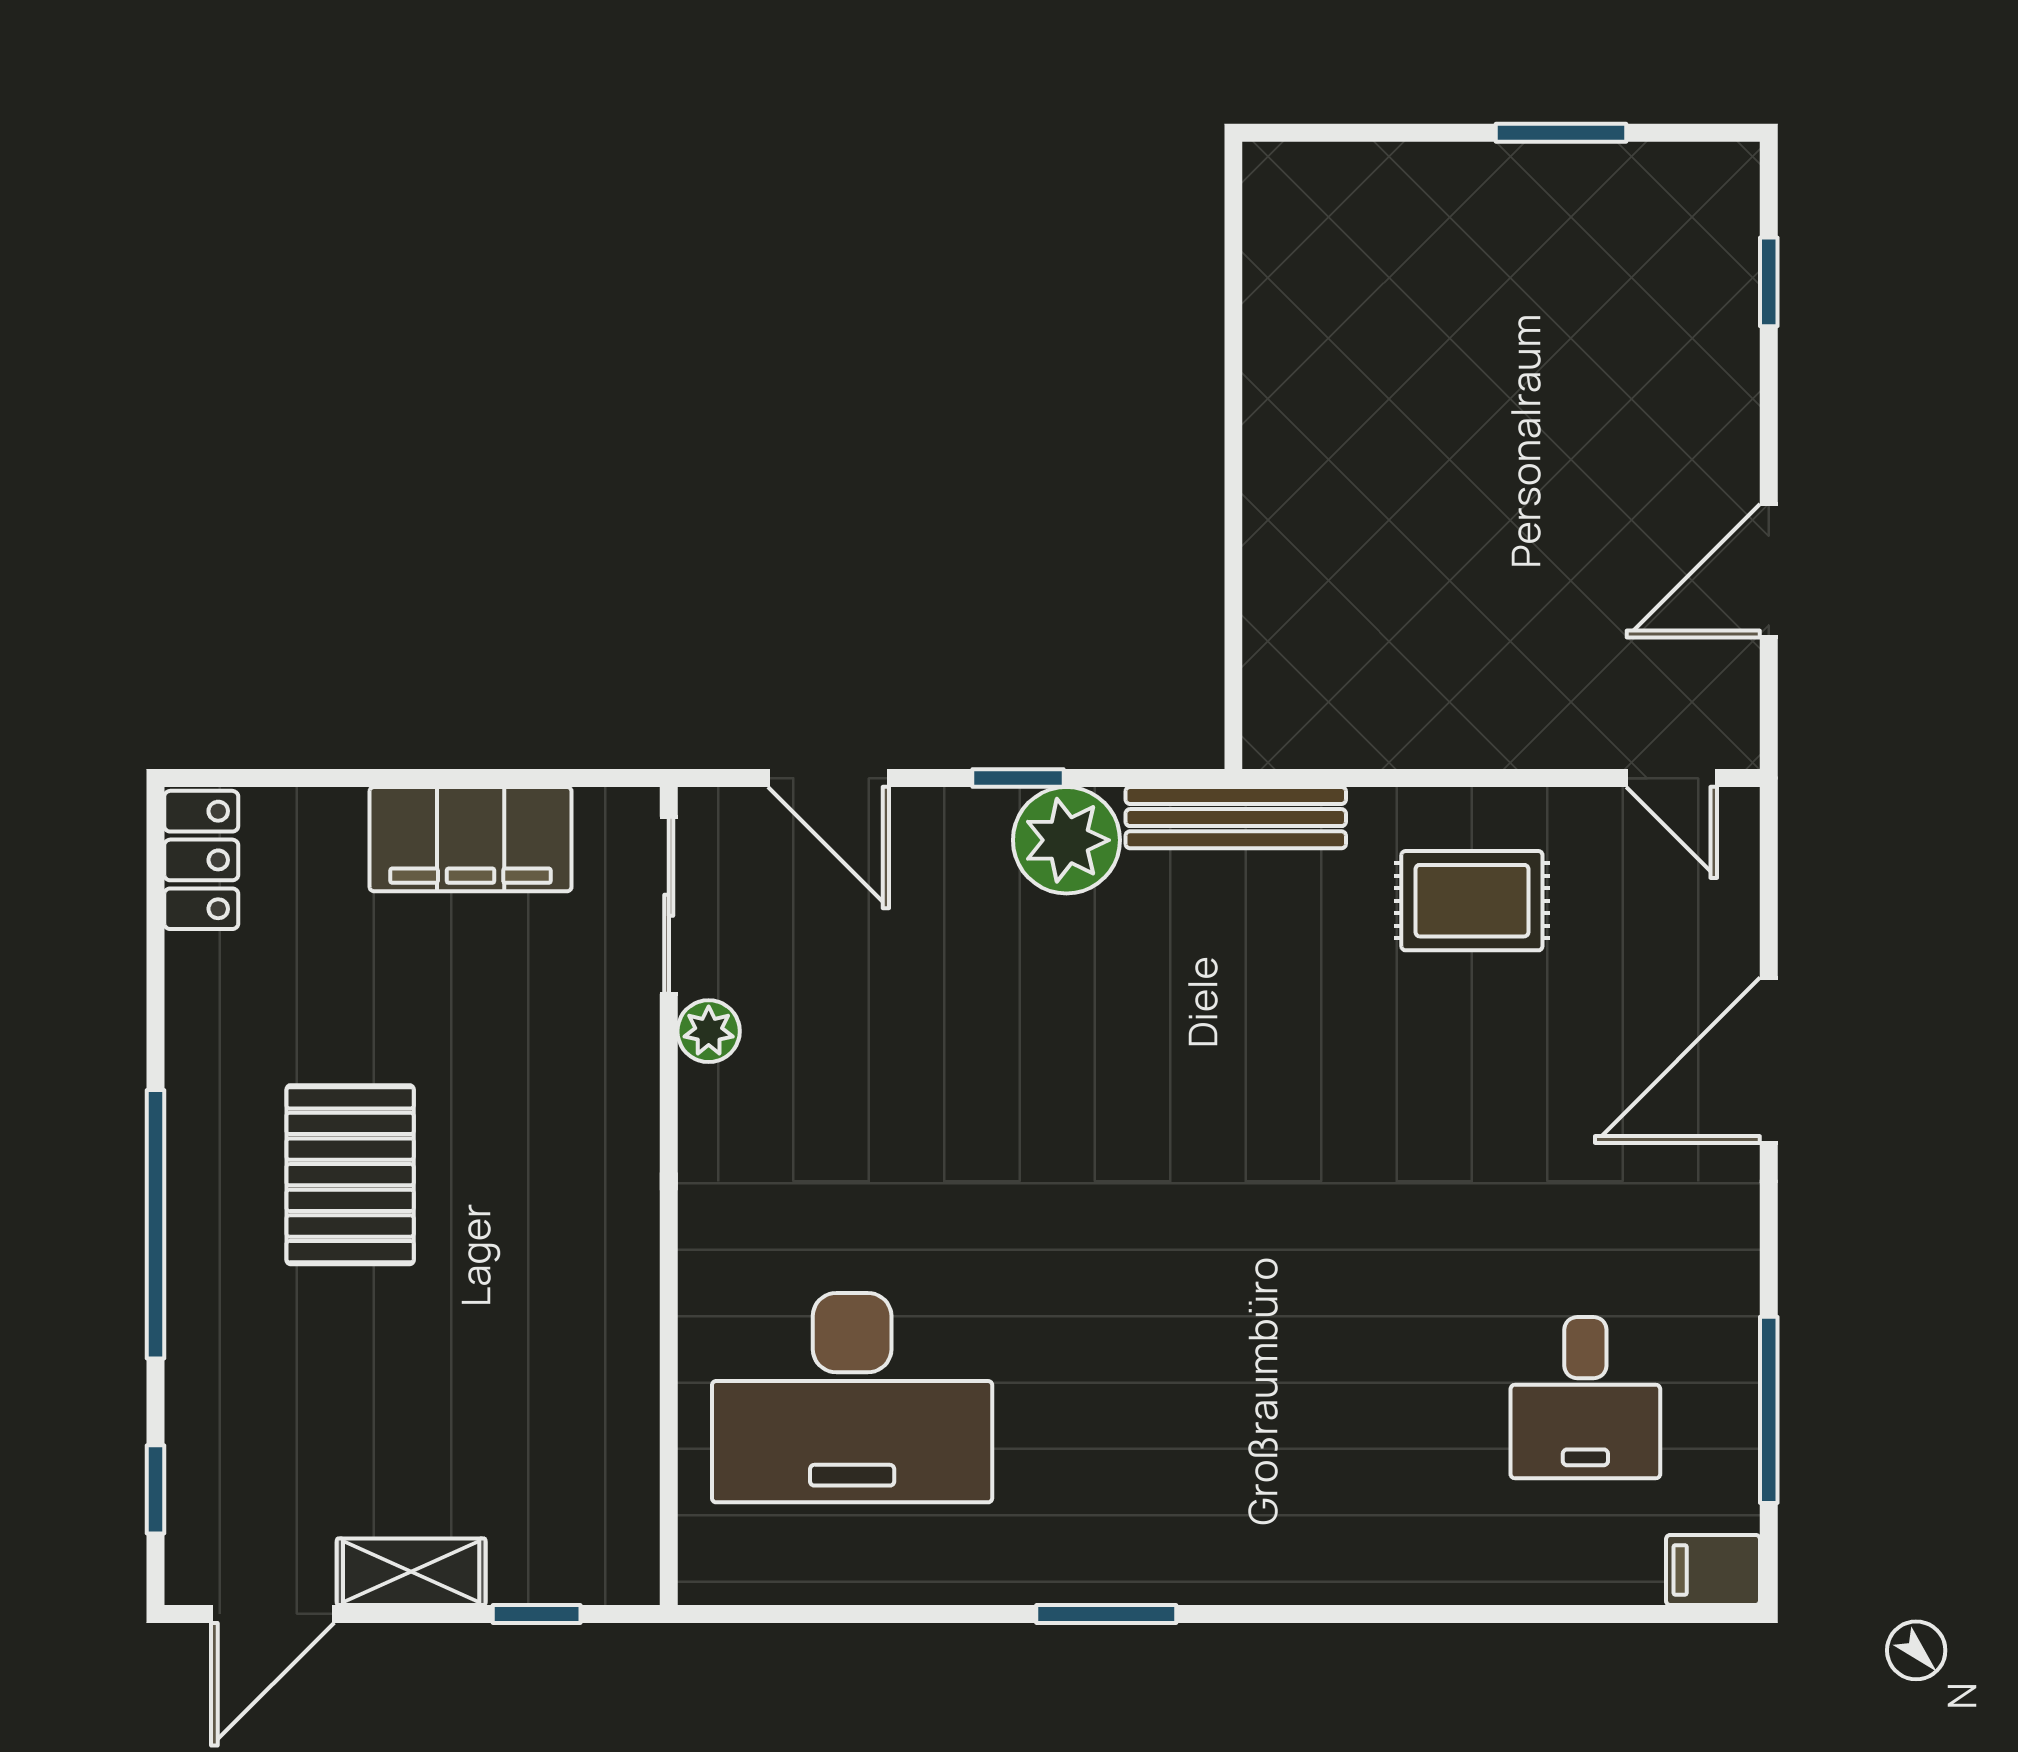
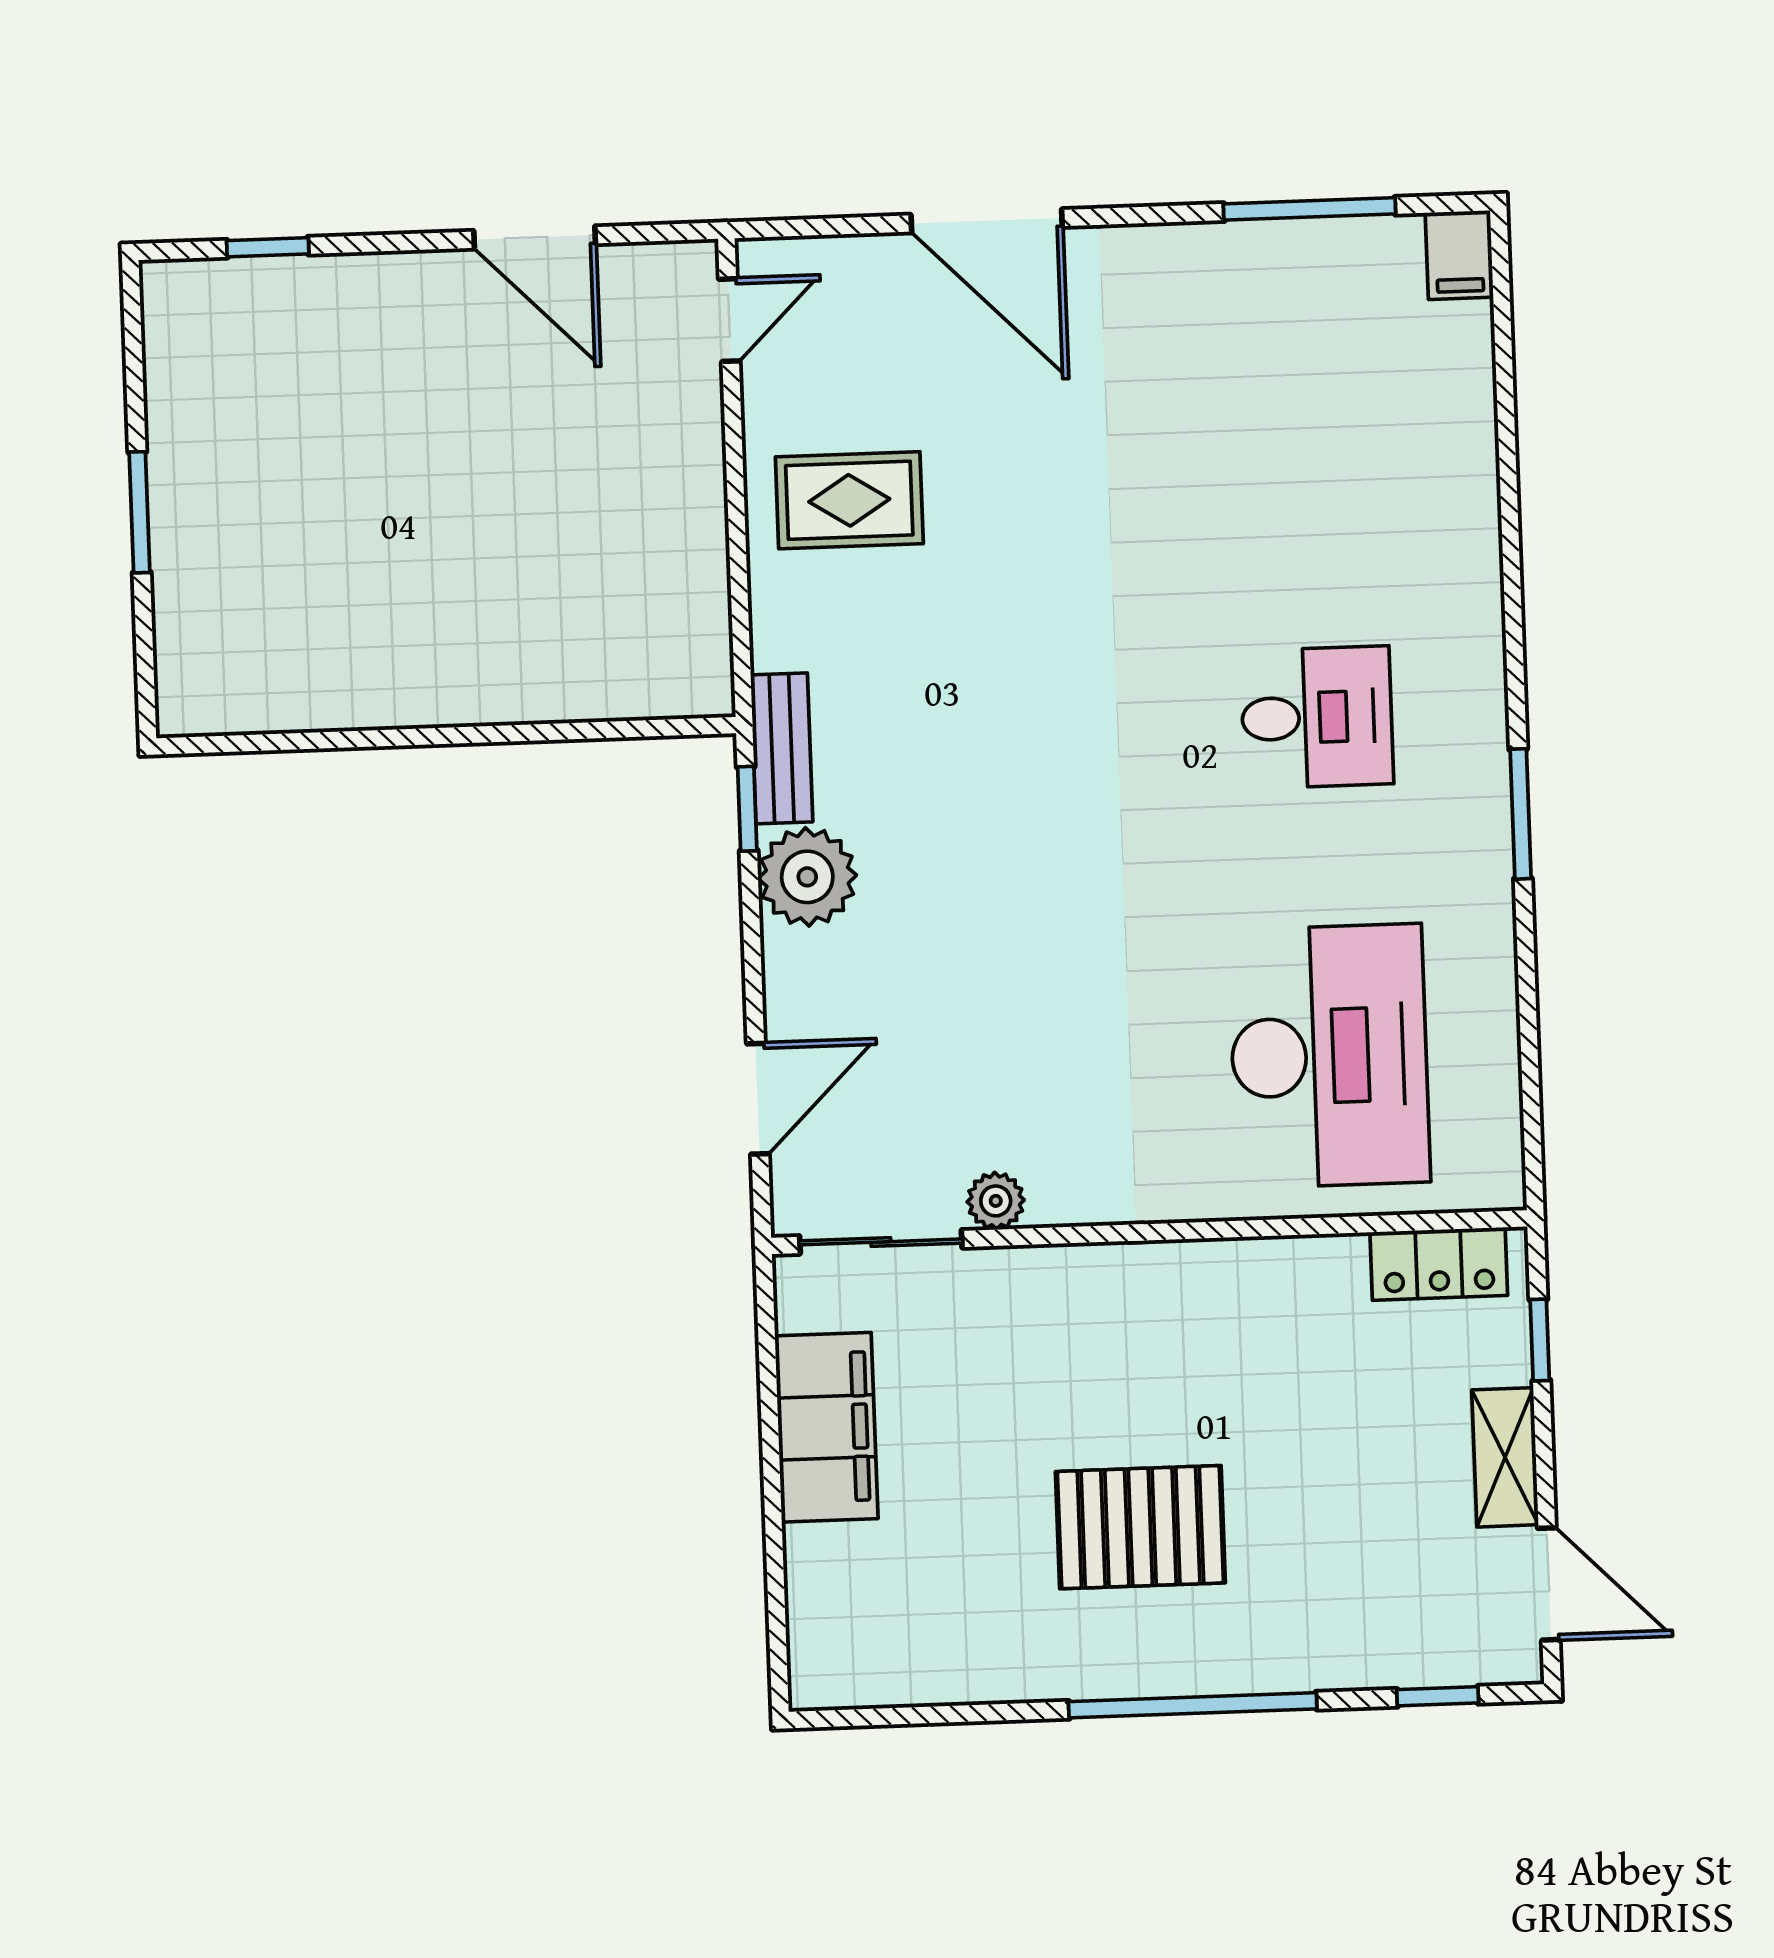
window: (1561, 133) -> (140, 512), moved
window: (1018, 778) -> (747, 809), moved
bench: (1236, 818) -> (782, 748), width x0.73
locker: (201, 860) -> (1439, 1264), moved, turned 180
rug: (1472, 901) -> (849, 500), turned 90
desk: (1585, 1398) -> (1317, 717), moved

